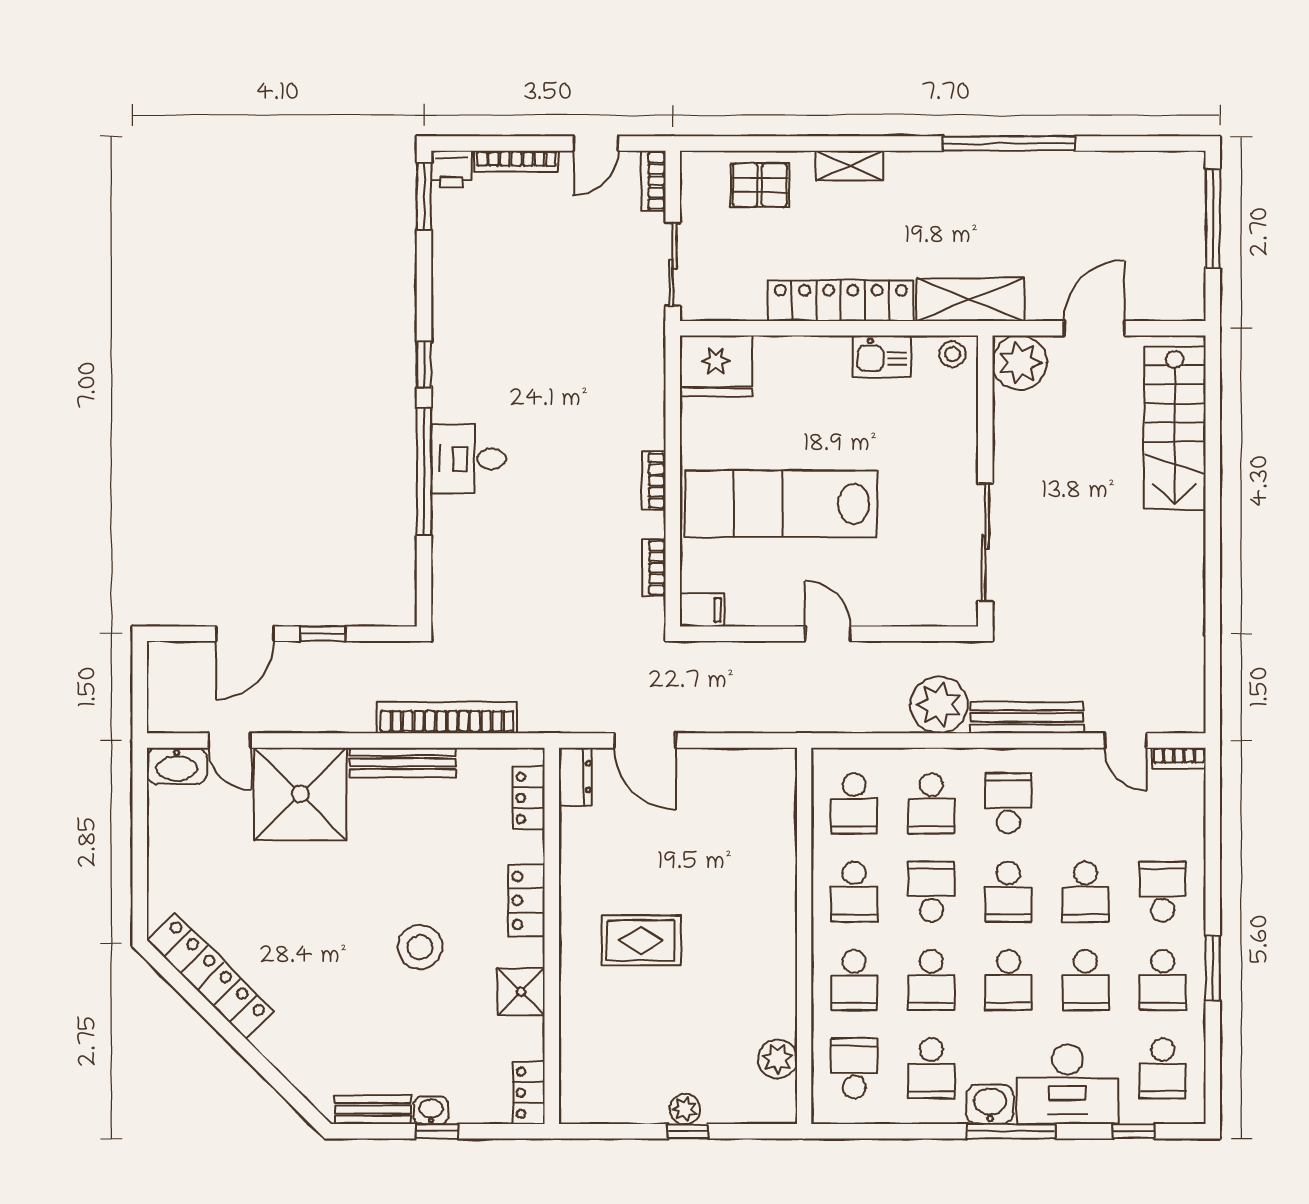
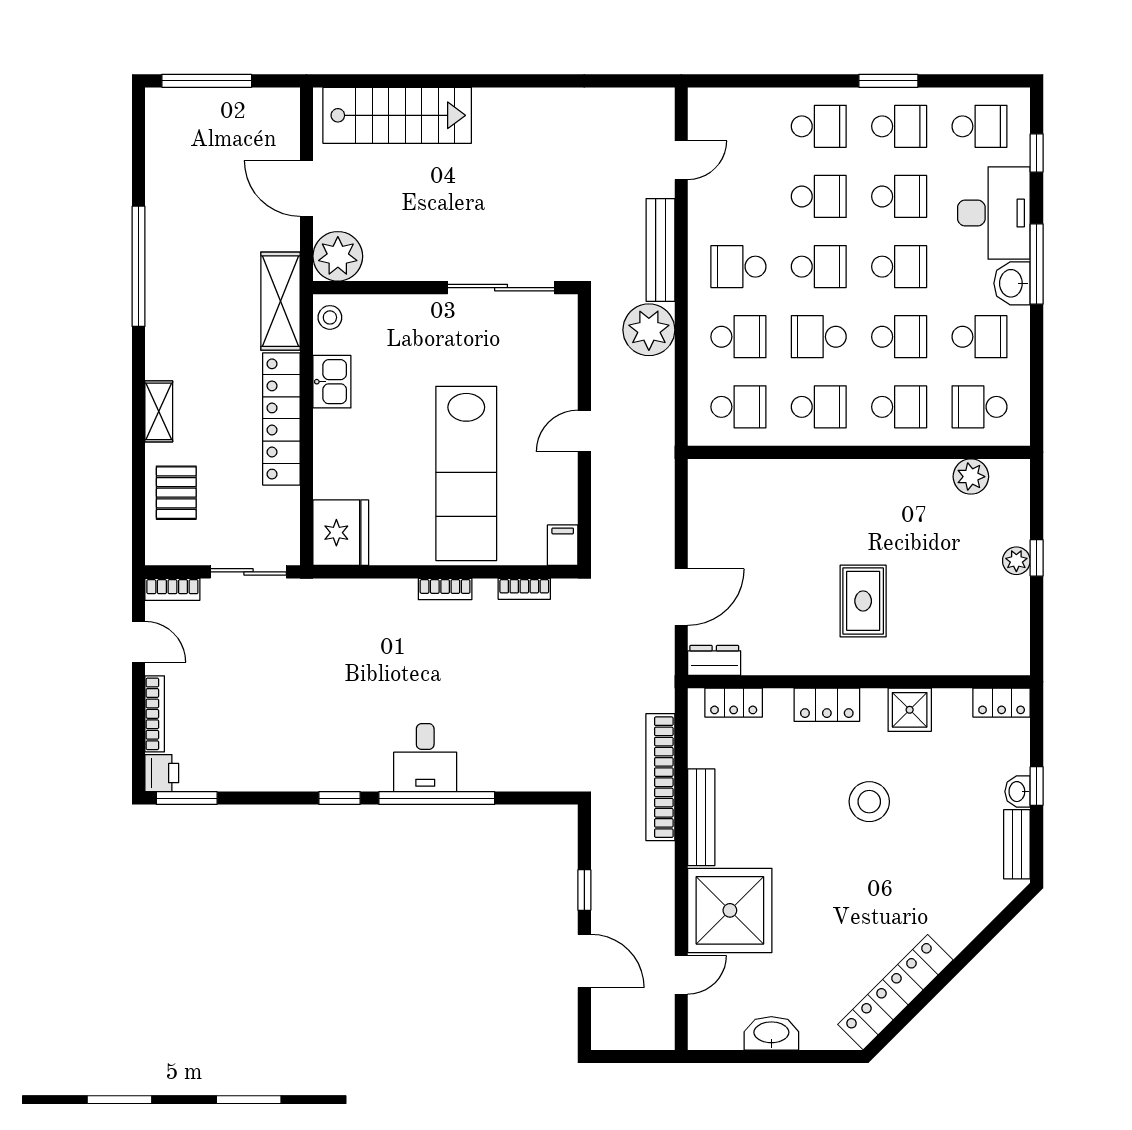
bookcase: (1179, 758) -> (697, 112), removed
washbasin: (177, 766) -> (771, 1033), moved, turned -90
school desk: (1163, 892) -> (819, 126), turned 180

